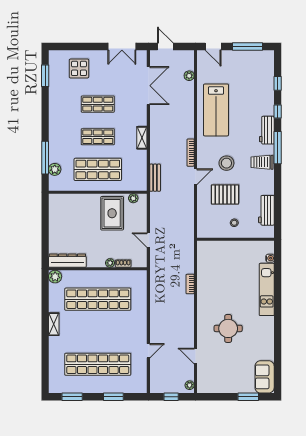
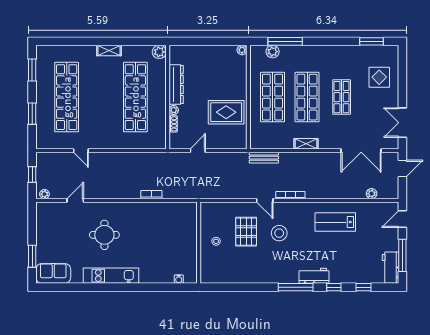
lab bench: (216, 110) -> (335, 222), width x0.73, depth x0.72
shop shelf: (98, 137) -> (307, 97), width x1.43, depth x1.36
trolley: (262, 162) -> (280, 271), removed
plant: (133, 198) -> (242, 50), moved
workbench: (266, 210) -> (391, 268), moved, turned -90
dresser: (67, 261) -> (176, 85), moved
kitchen unit: (267, 289) -> (111, 276), moved

